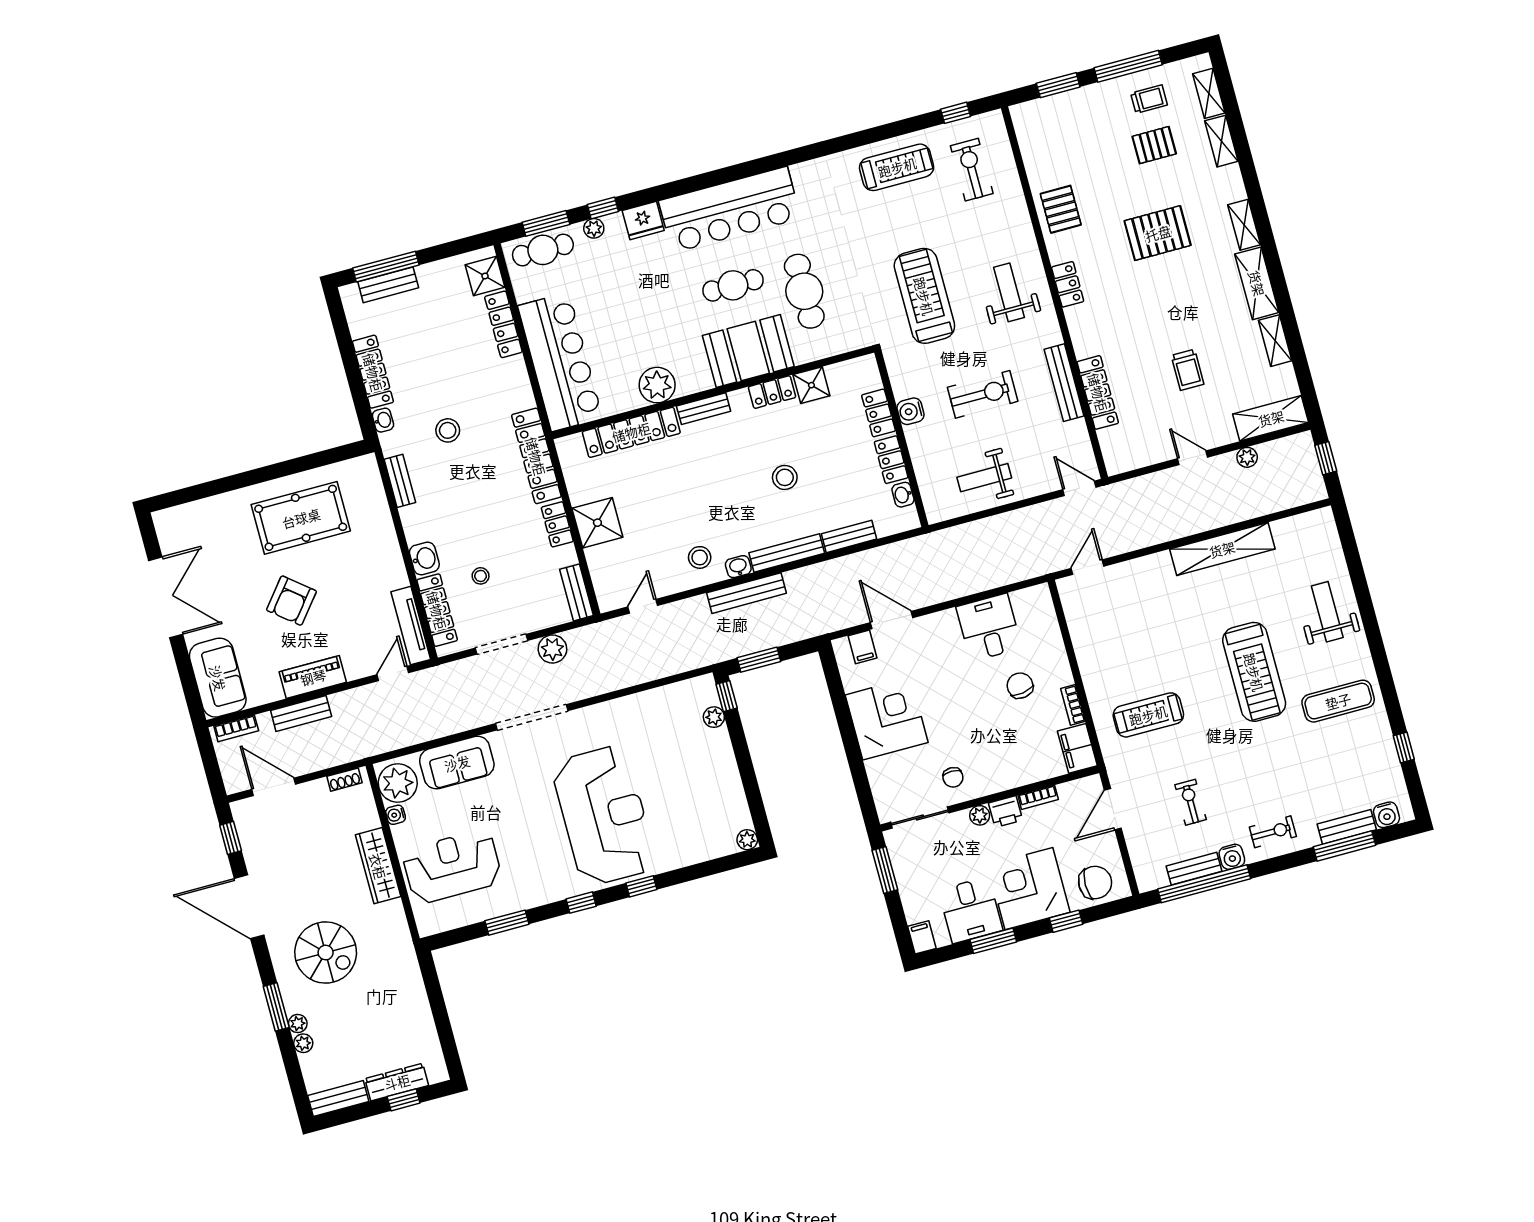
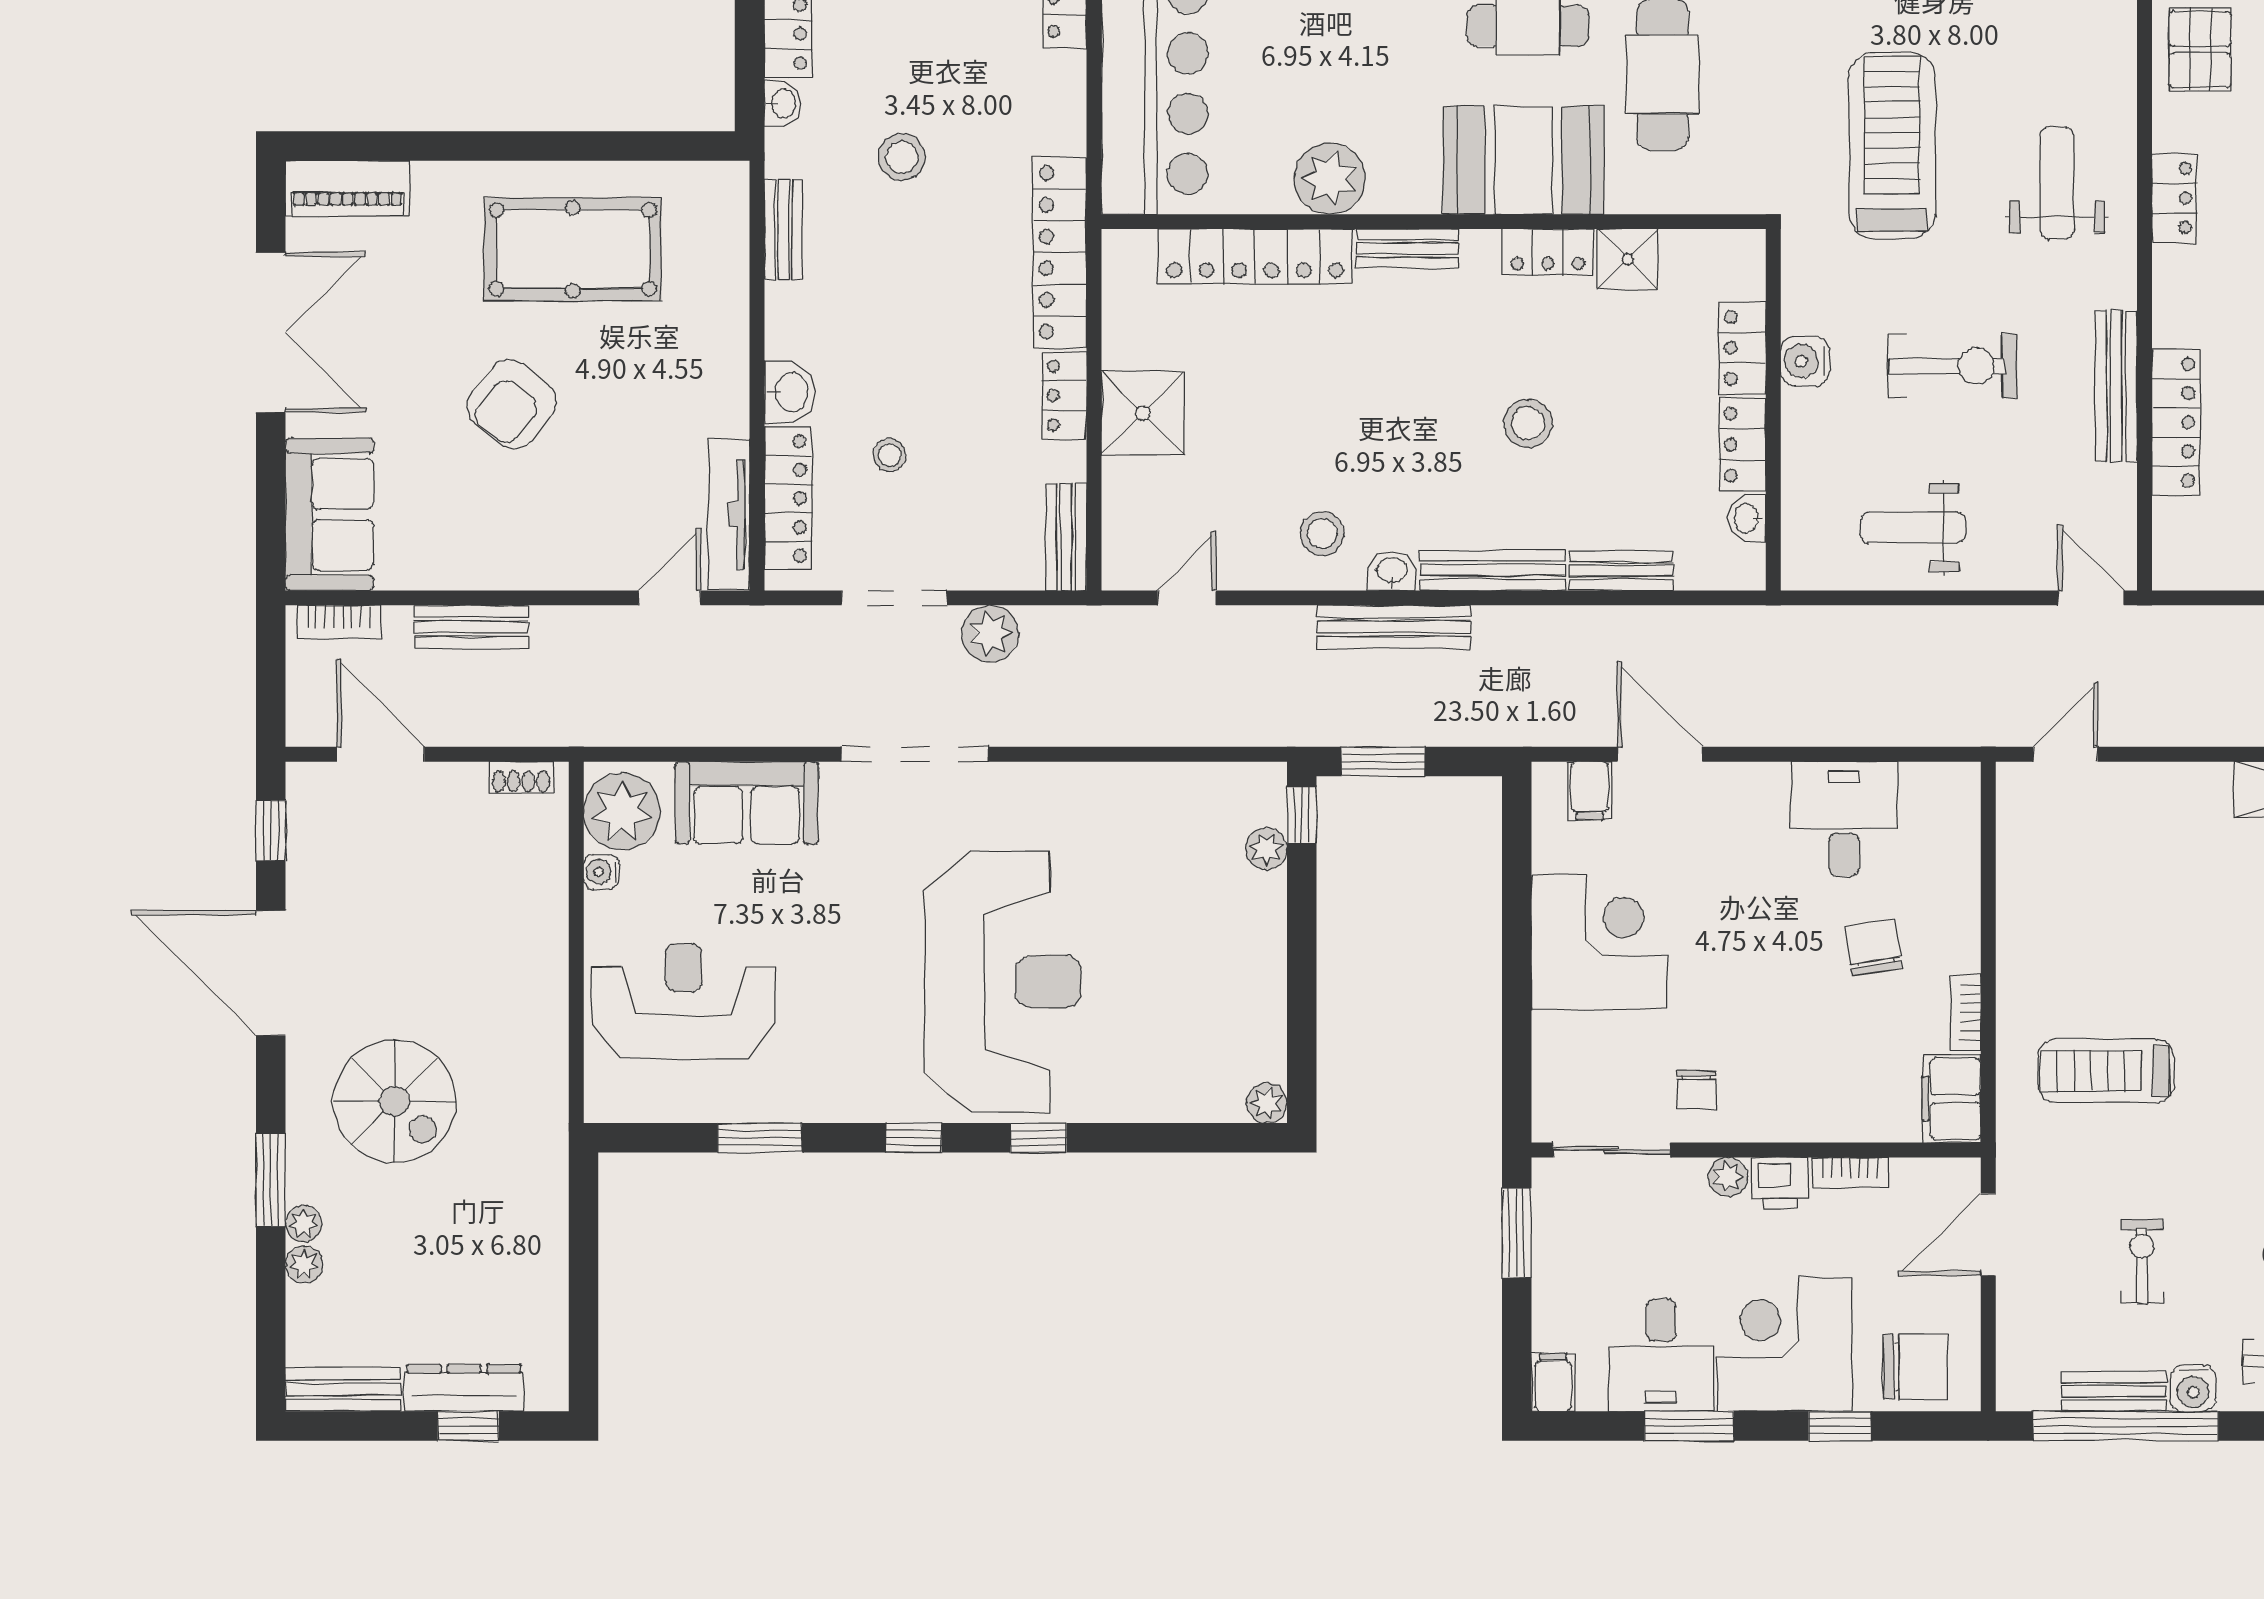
piano: (313, 677) -> (348, 188), moved, turned 180
wardrobe: (378, 866) -> (541, 961), removed

